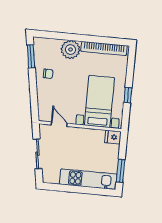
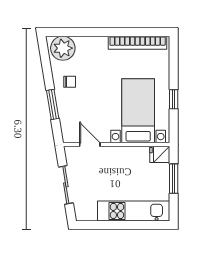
plant: (70, 50) -> (63, 48), moved
window: (31, 56) -> (53, 104), moved
window: (121, 171) -> (174, 179), moved

